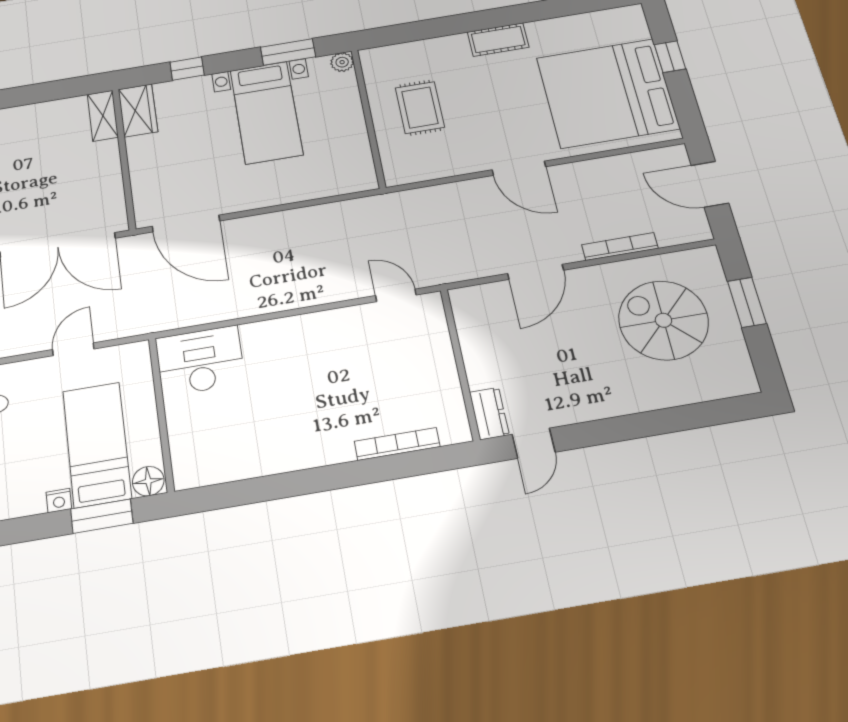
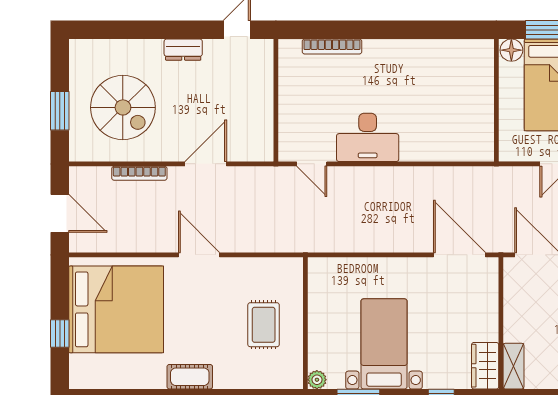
desk: (200, 361) -> (368, 137), moved
dresser: (489, 413) -> (183, 50), moved, turned -90

